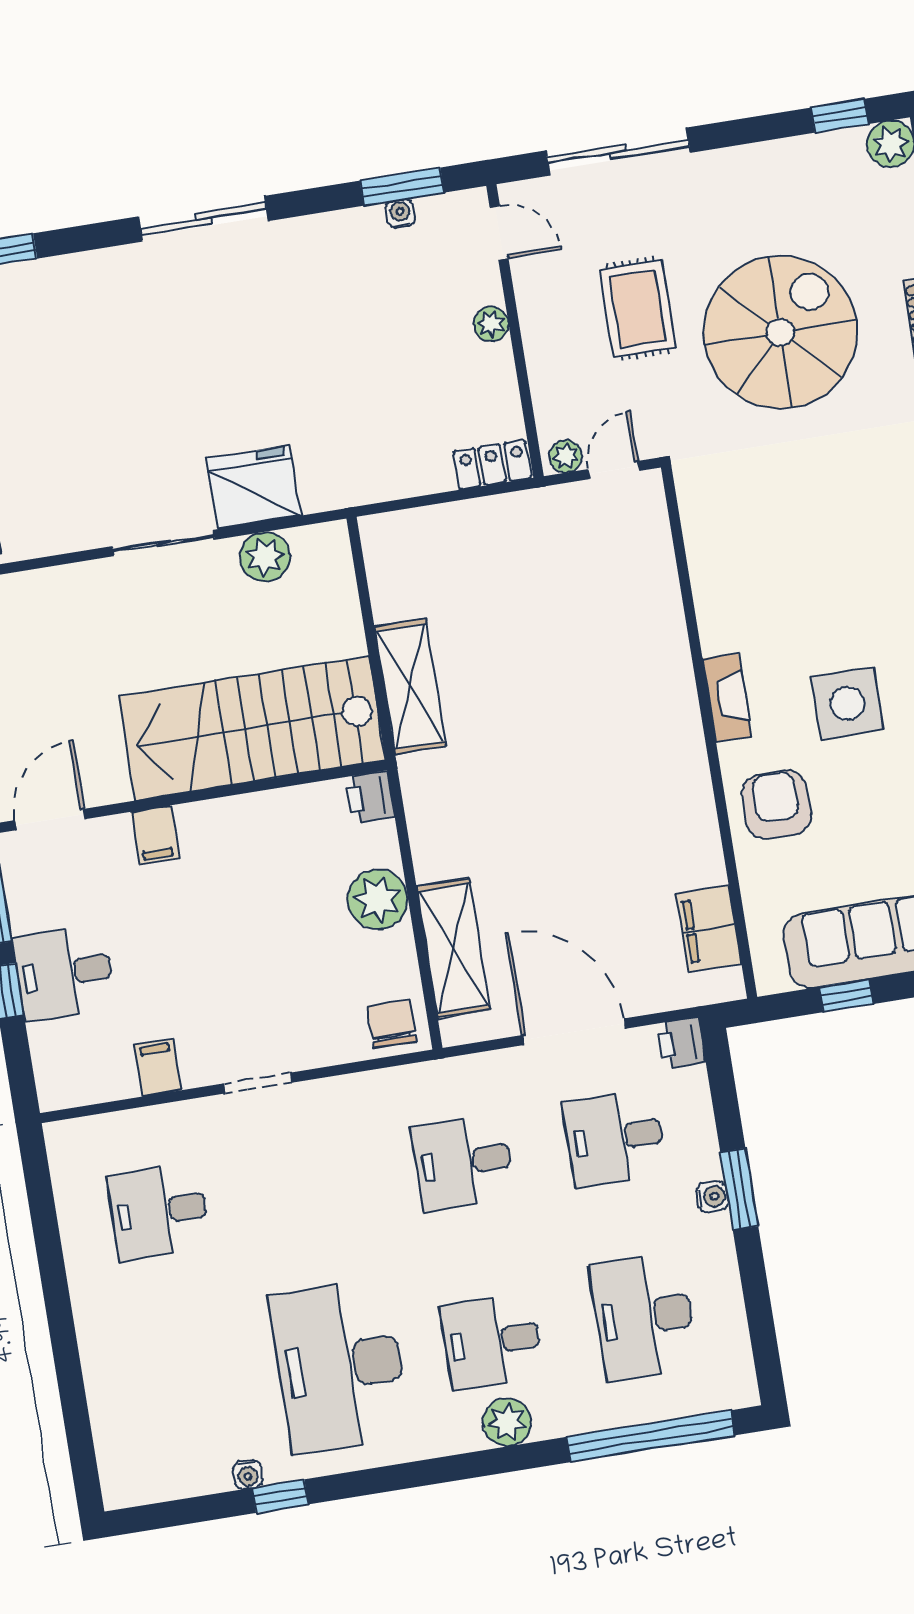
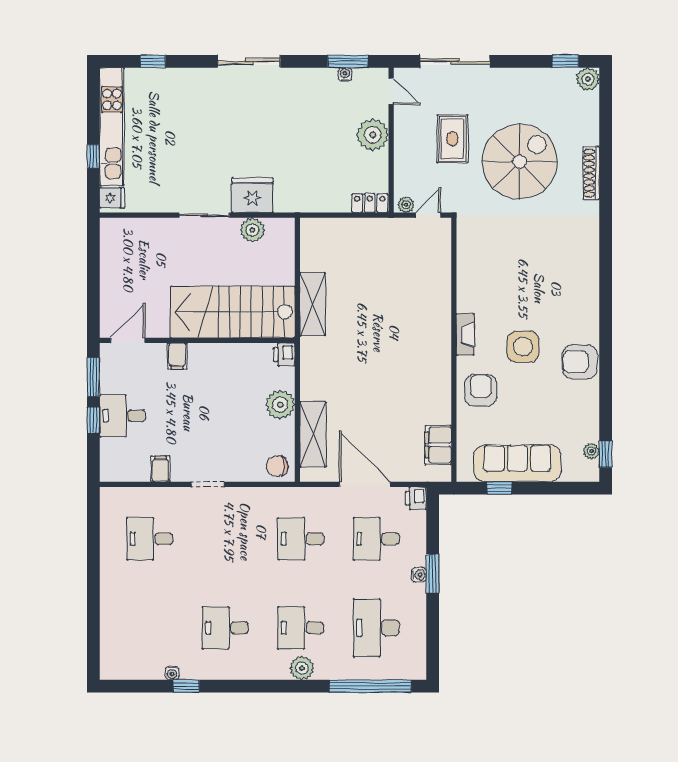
plant: (491, 324) -> (373, 135), width x1.87, depth x1.87
chair: (392, 1024) -> (277, 466), turned -90
desk: (340, 1366) -> (225, 628), width x0.53, depth x0.77

